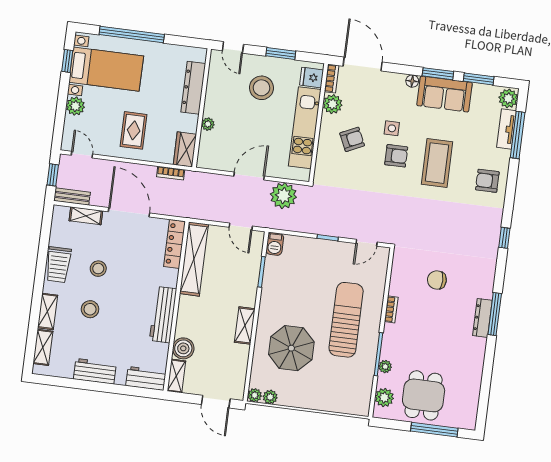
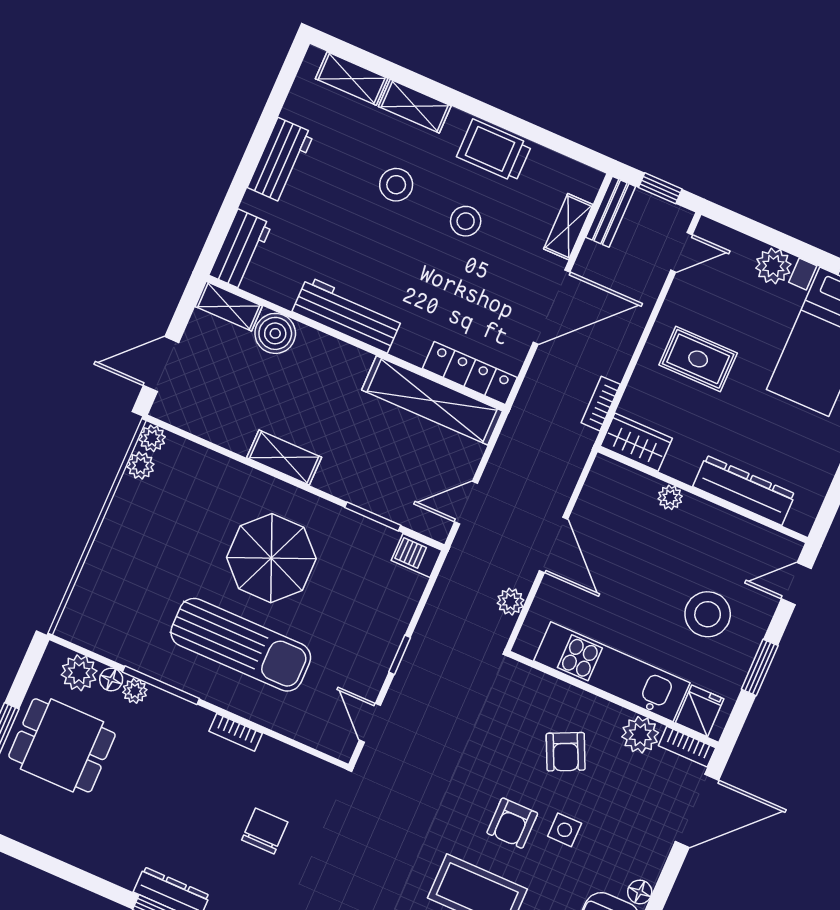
plant: (283, 196) -> (511, 602), width x0.53, depth x0.53
parasol: (291, 348) -> (271, 558), moved
floor lamp: (383, 380) -> (111, 679), added

